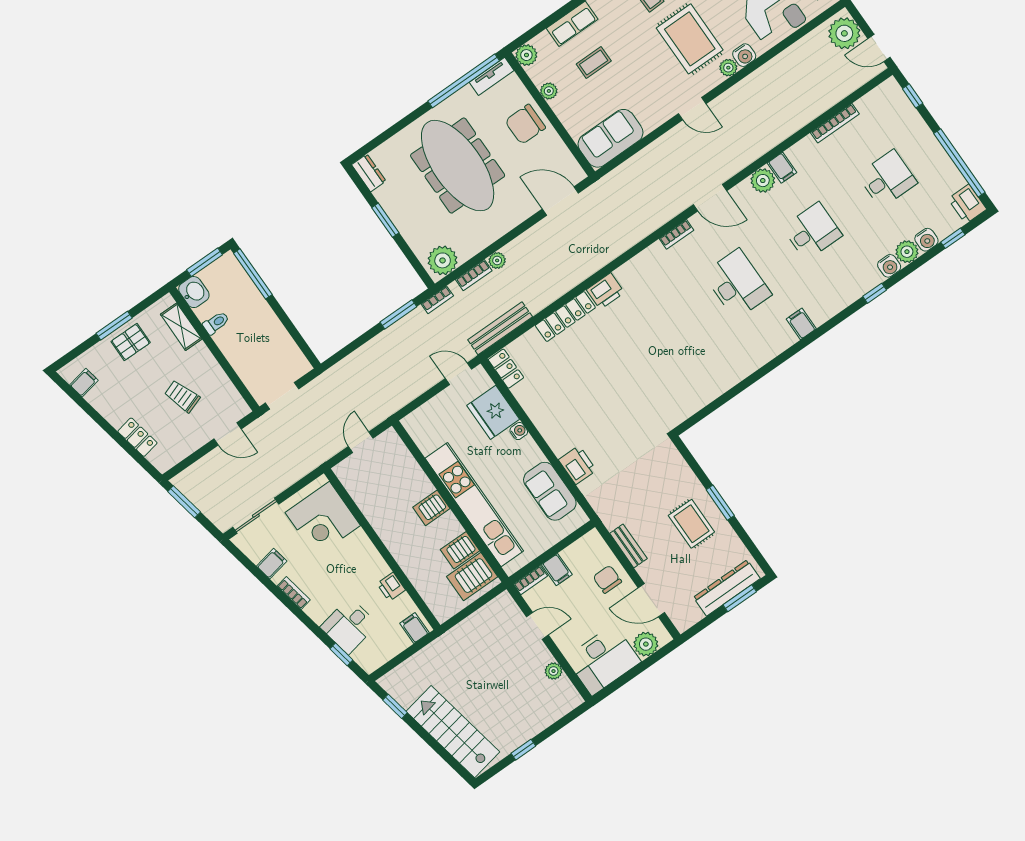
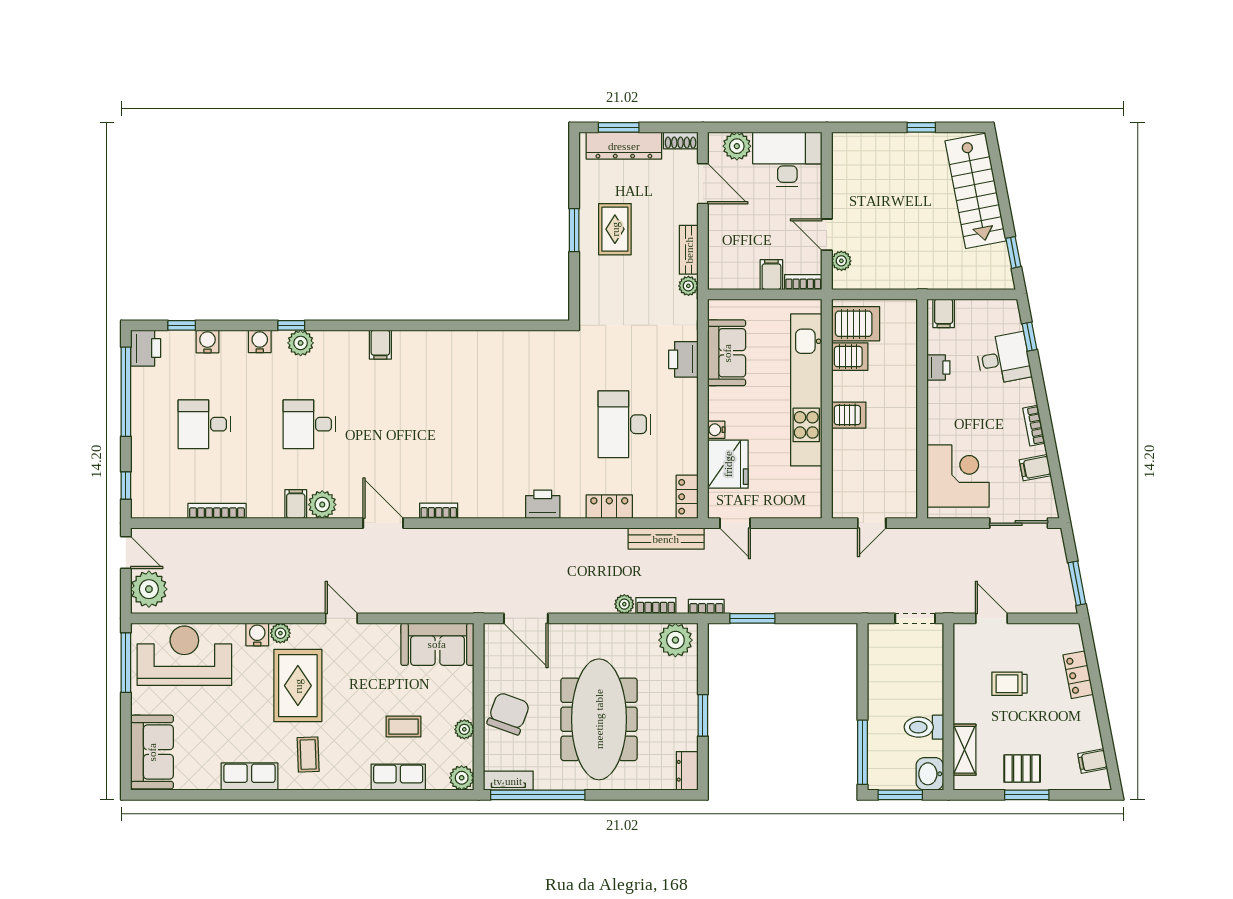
chair: (525, 124) -> (508, 714), turned -70
plant: (907, 252) -> (301, 343), moved
desk: (737, 284) -> (624, 424), moved
locker: (565, 317) -> (609, 507), width x0.66
toilet: (216, 323) -> (924, 727), width x1.37, depth x1.39
trolley: (182, 396) -> (1009, 684), turned 109
plant: (611, 520) -> (688, 286), added
chair: (607, 579) -> (730, 232), removed
shoe rack: (689, 620) -> (681, 140), added
plant: (553, 671) -> (841, 261), moved

